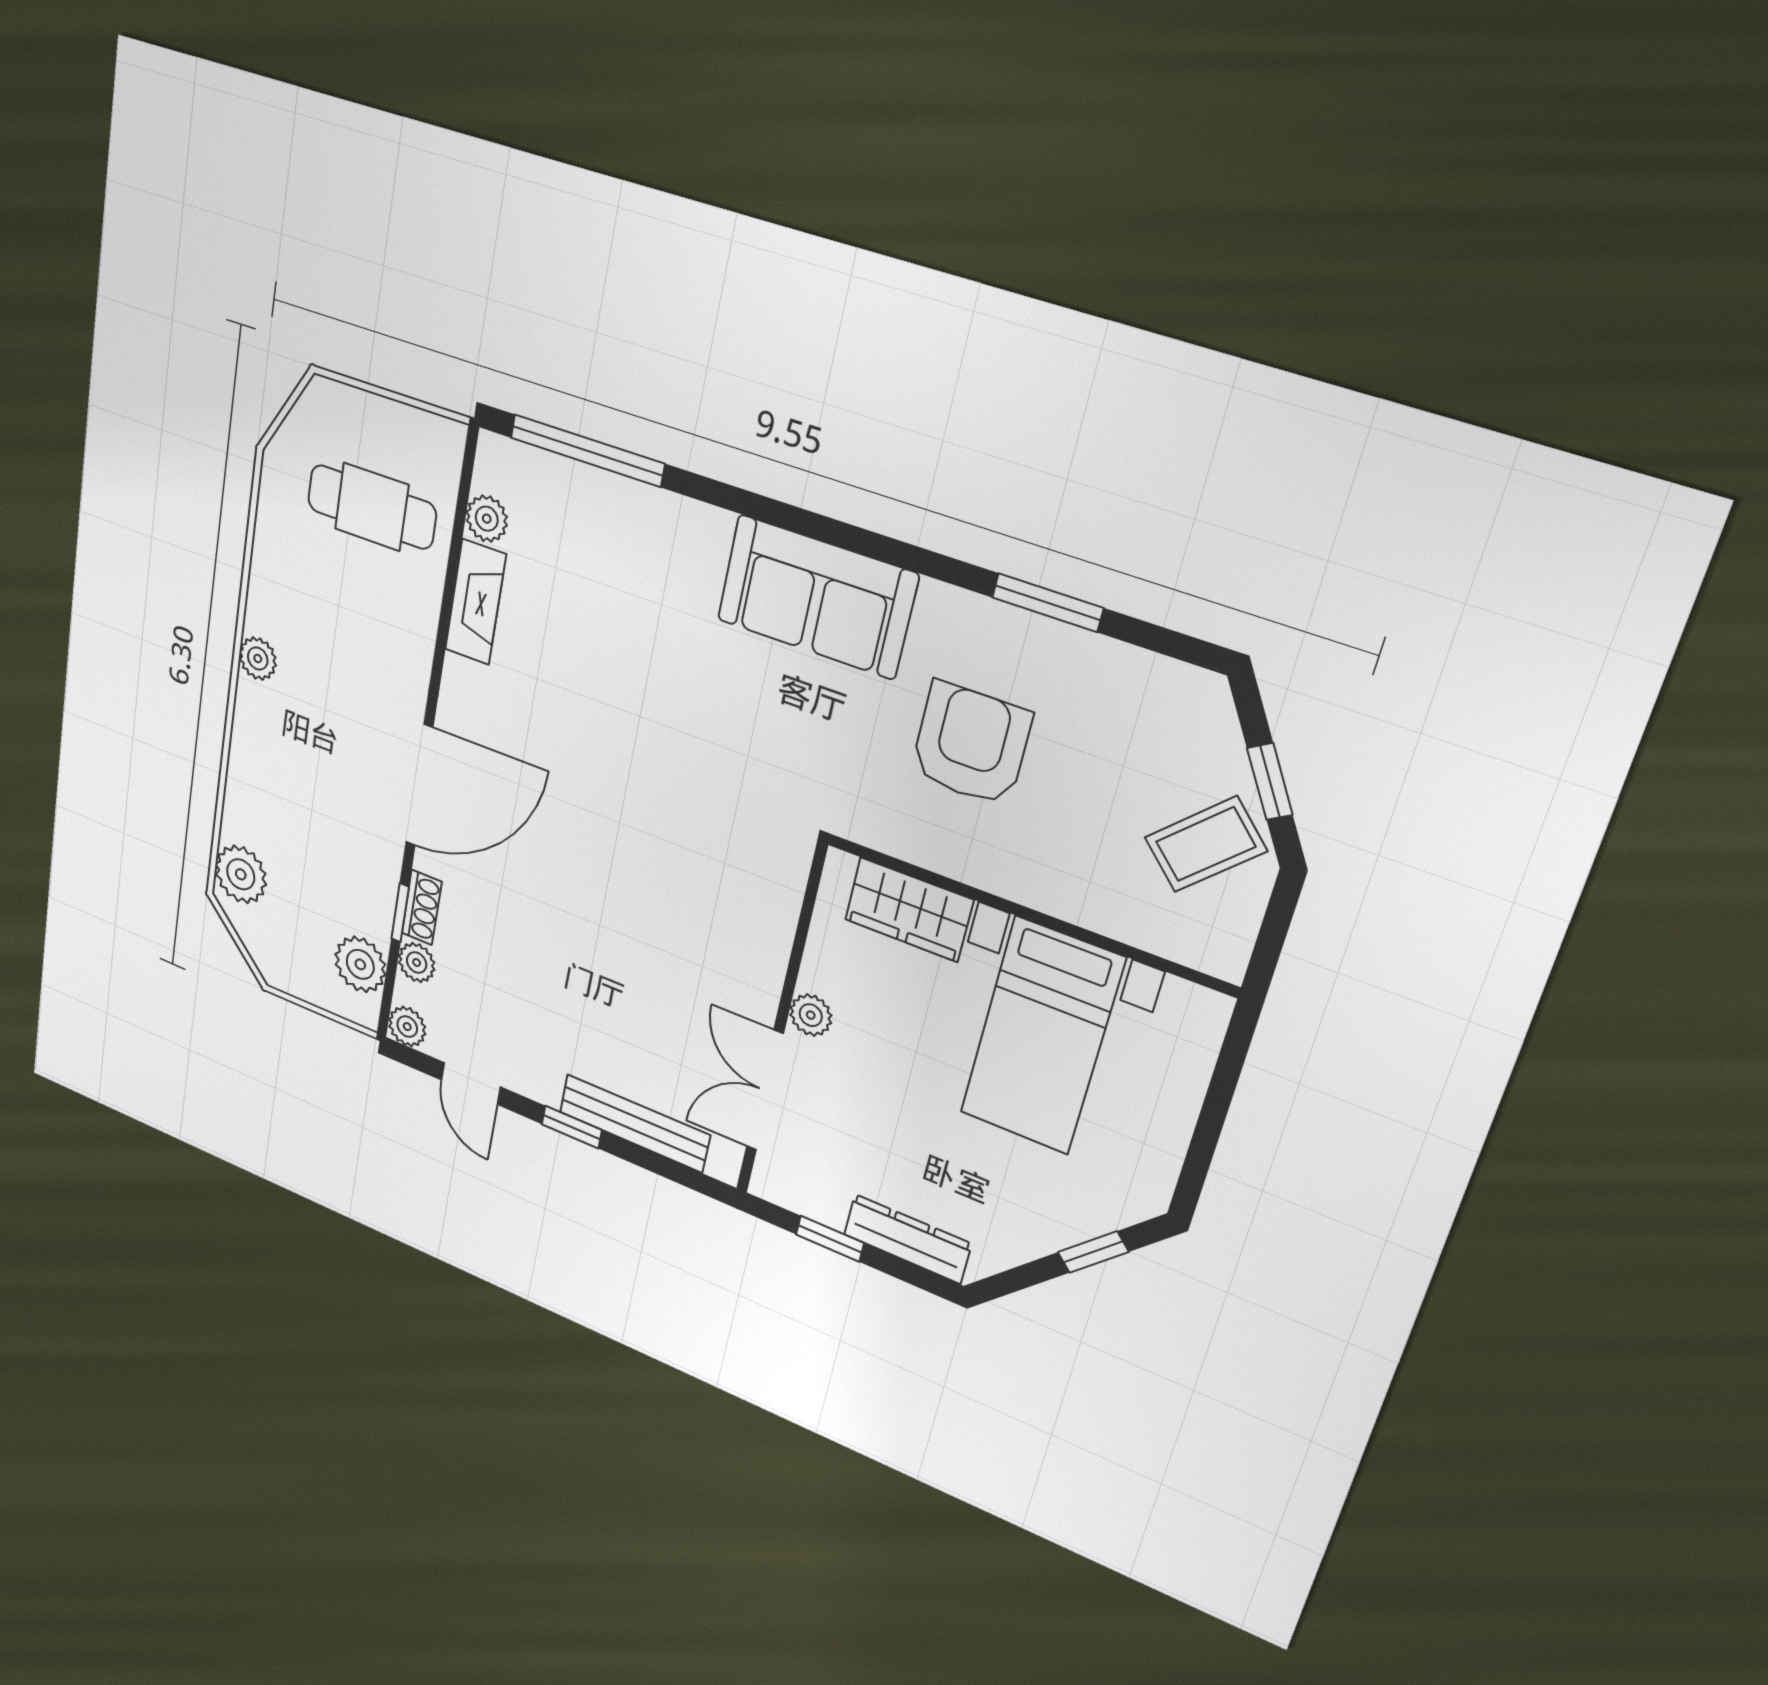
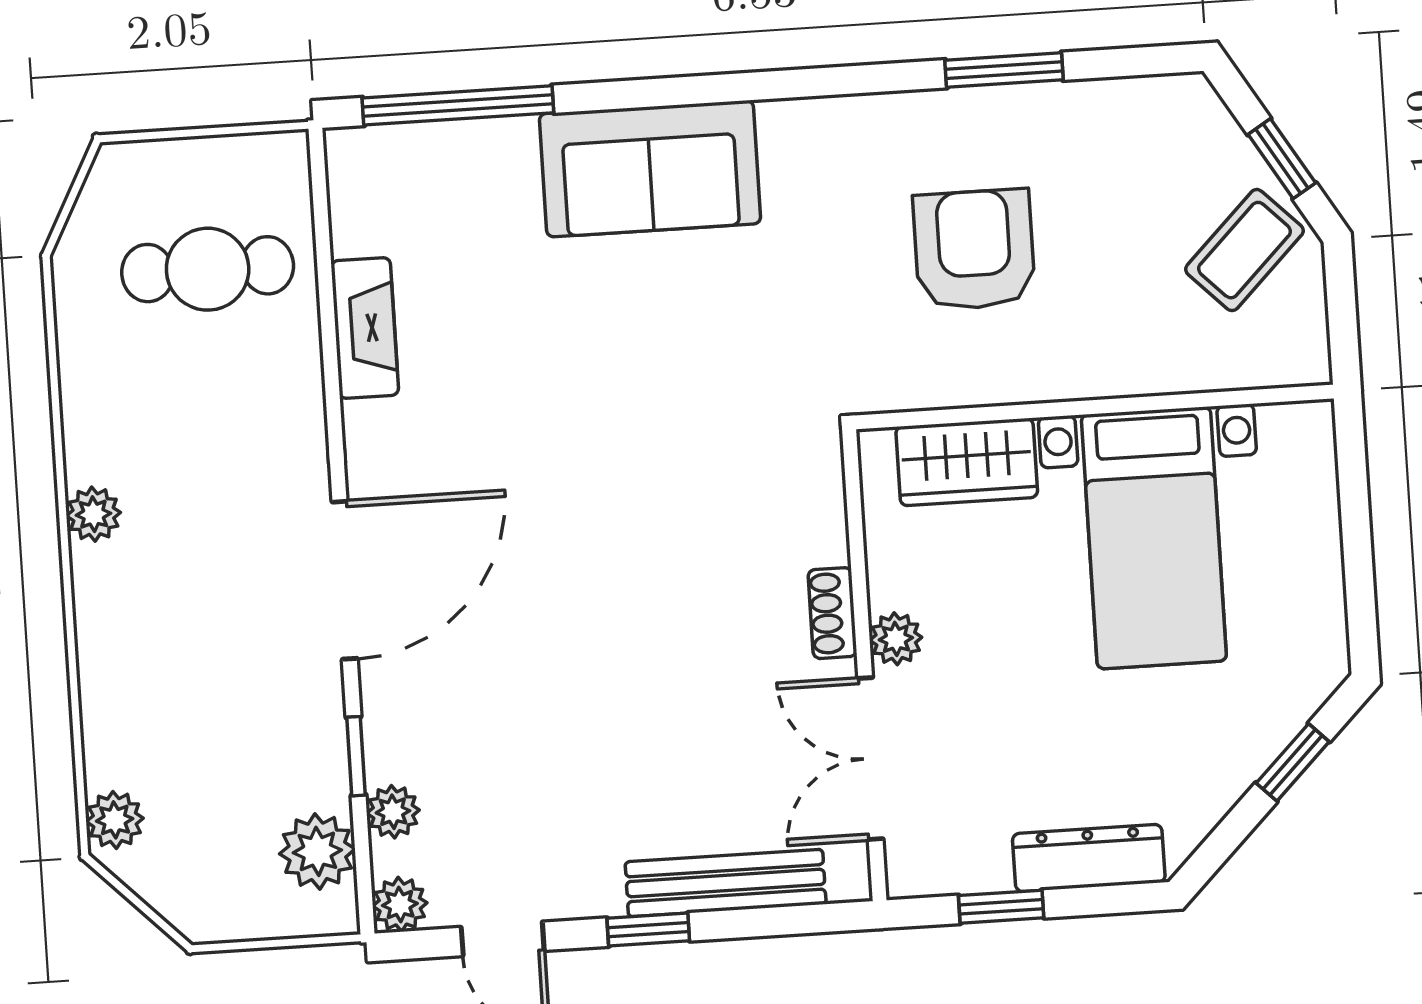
plant: (487, 519) -> (356, 227), removed
sofa: (817, 597) -> (650, 169), moved
plant: (241, 874) -> (115, 820), width x0.73, depth x0.73
shoe rack: (422, 907) -> (832, 613), moved, turned 180

